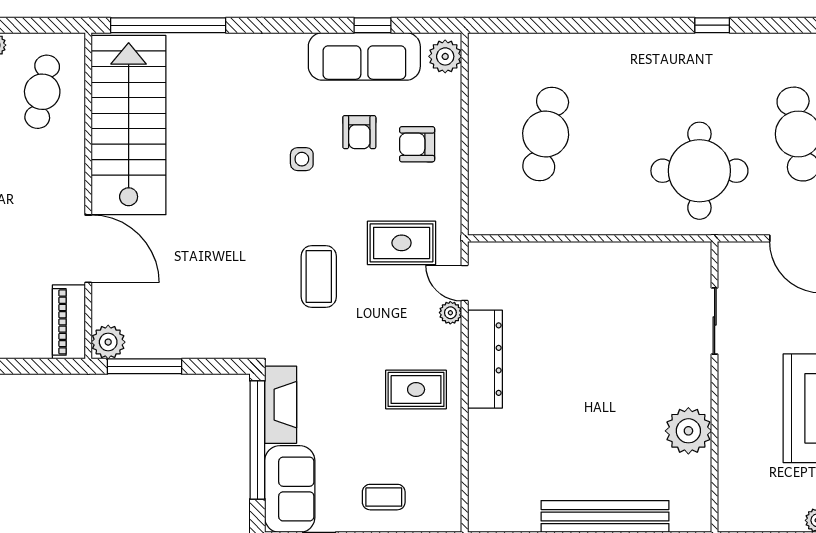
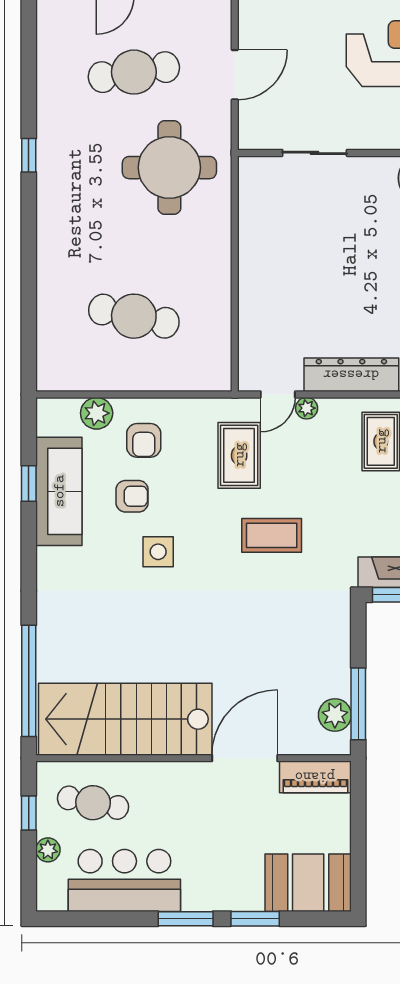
window: (32, 25) -> (29, 813), added
plant: (445, 56) -> (97, 413), moved
side table: (302, 159) -> (158, 552), width x1.37, depth x1.37
plant: (108, 342) -> (335, 715), moved

